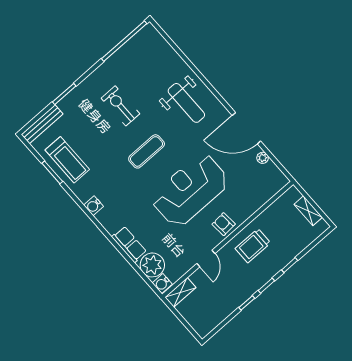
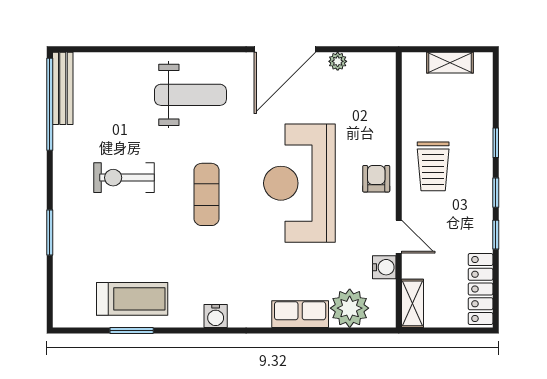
bench: (42, 124) -> (63, 88), moved
armchair: (224, 224) -> (376, 179), turned 94
water cooler: (162, 284) -> (384, 267), moved, turned -90
locker: (215, 318) -> (481, 289), added

